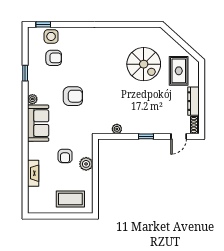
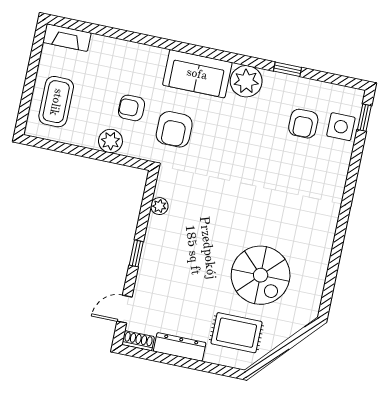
spiral stairs: (144, 64) -> (261, 275), turned -90
armchair: (73, 96) -> (174, 129), moved
plant: (32, 99) -> (246, 81), width x1.87, depth x1.87
door: (179, 136) -> (125, 309), hinge flipped
fireplace: (33, 173) -> (67, 38), moved

